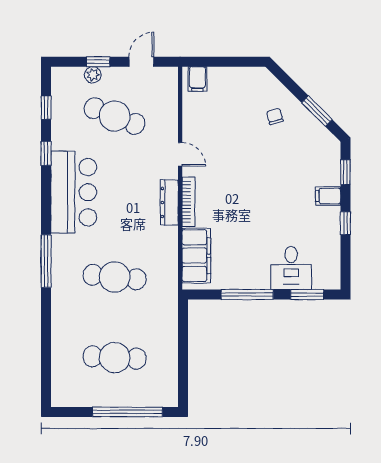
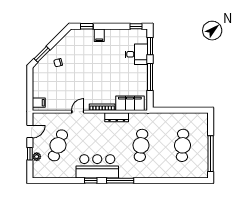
door: (141, 62) -> (30, 132), swing flipped
window: (46, 108) -> (54, 181), removed
window: (317, 111) -> (42, 54), moved
window: (46, 153) -> (91, 181), moved
dresser: (169, 203) -> (117, 117), moved
window: (345, 223) -> (136, 26), moved
window: (46, 261) -> (120, 181), moved
window: (127, 412) -> (211, 154), moved

